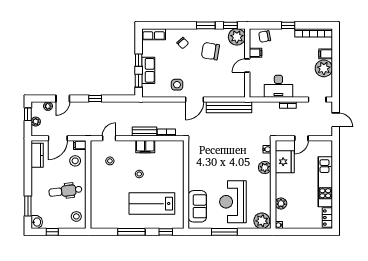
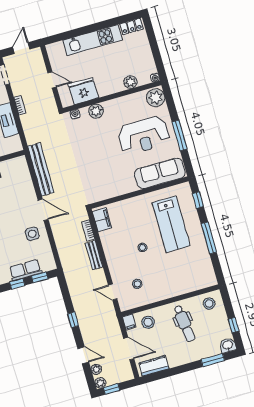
plant: (36, 122) -> (100, 383), moved
filing cabinet: (145, 147) -> (102, 220), moved
sofa: (197, 206) -> (160, 173), width x1.36

